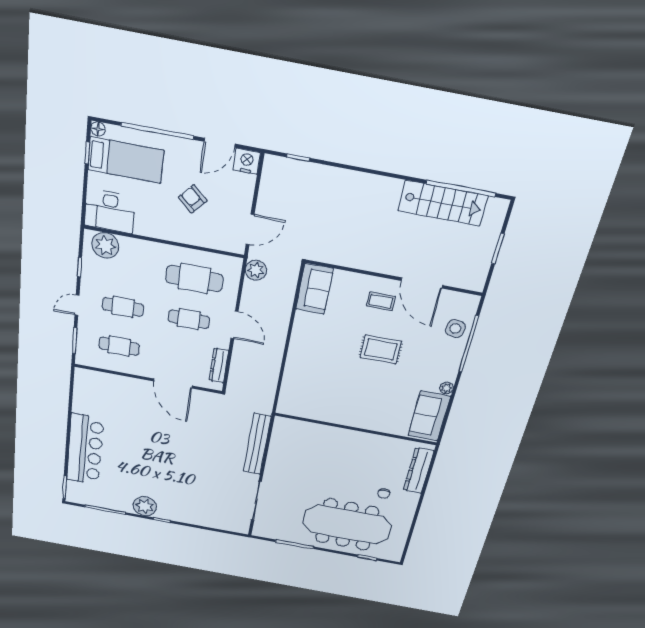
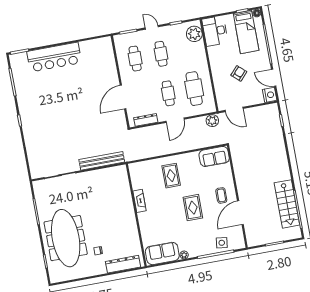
rug: (318, 362) -> (171, 176), added
fireplace: (337, 417) -> (139, 201), added
plant: (145, 506) -> (26, 107), removed

